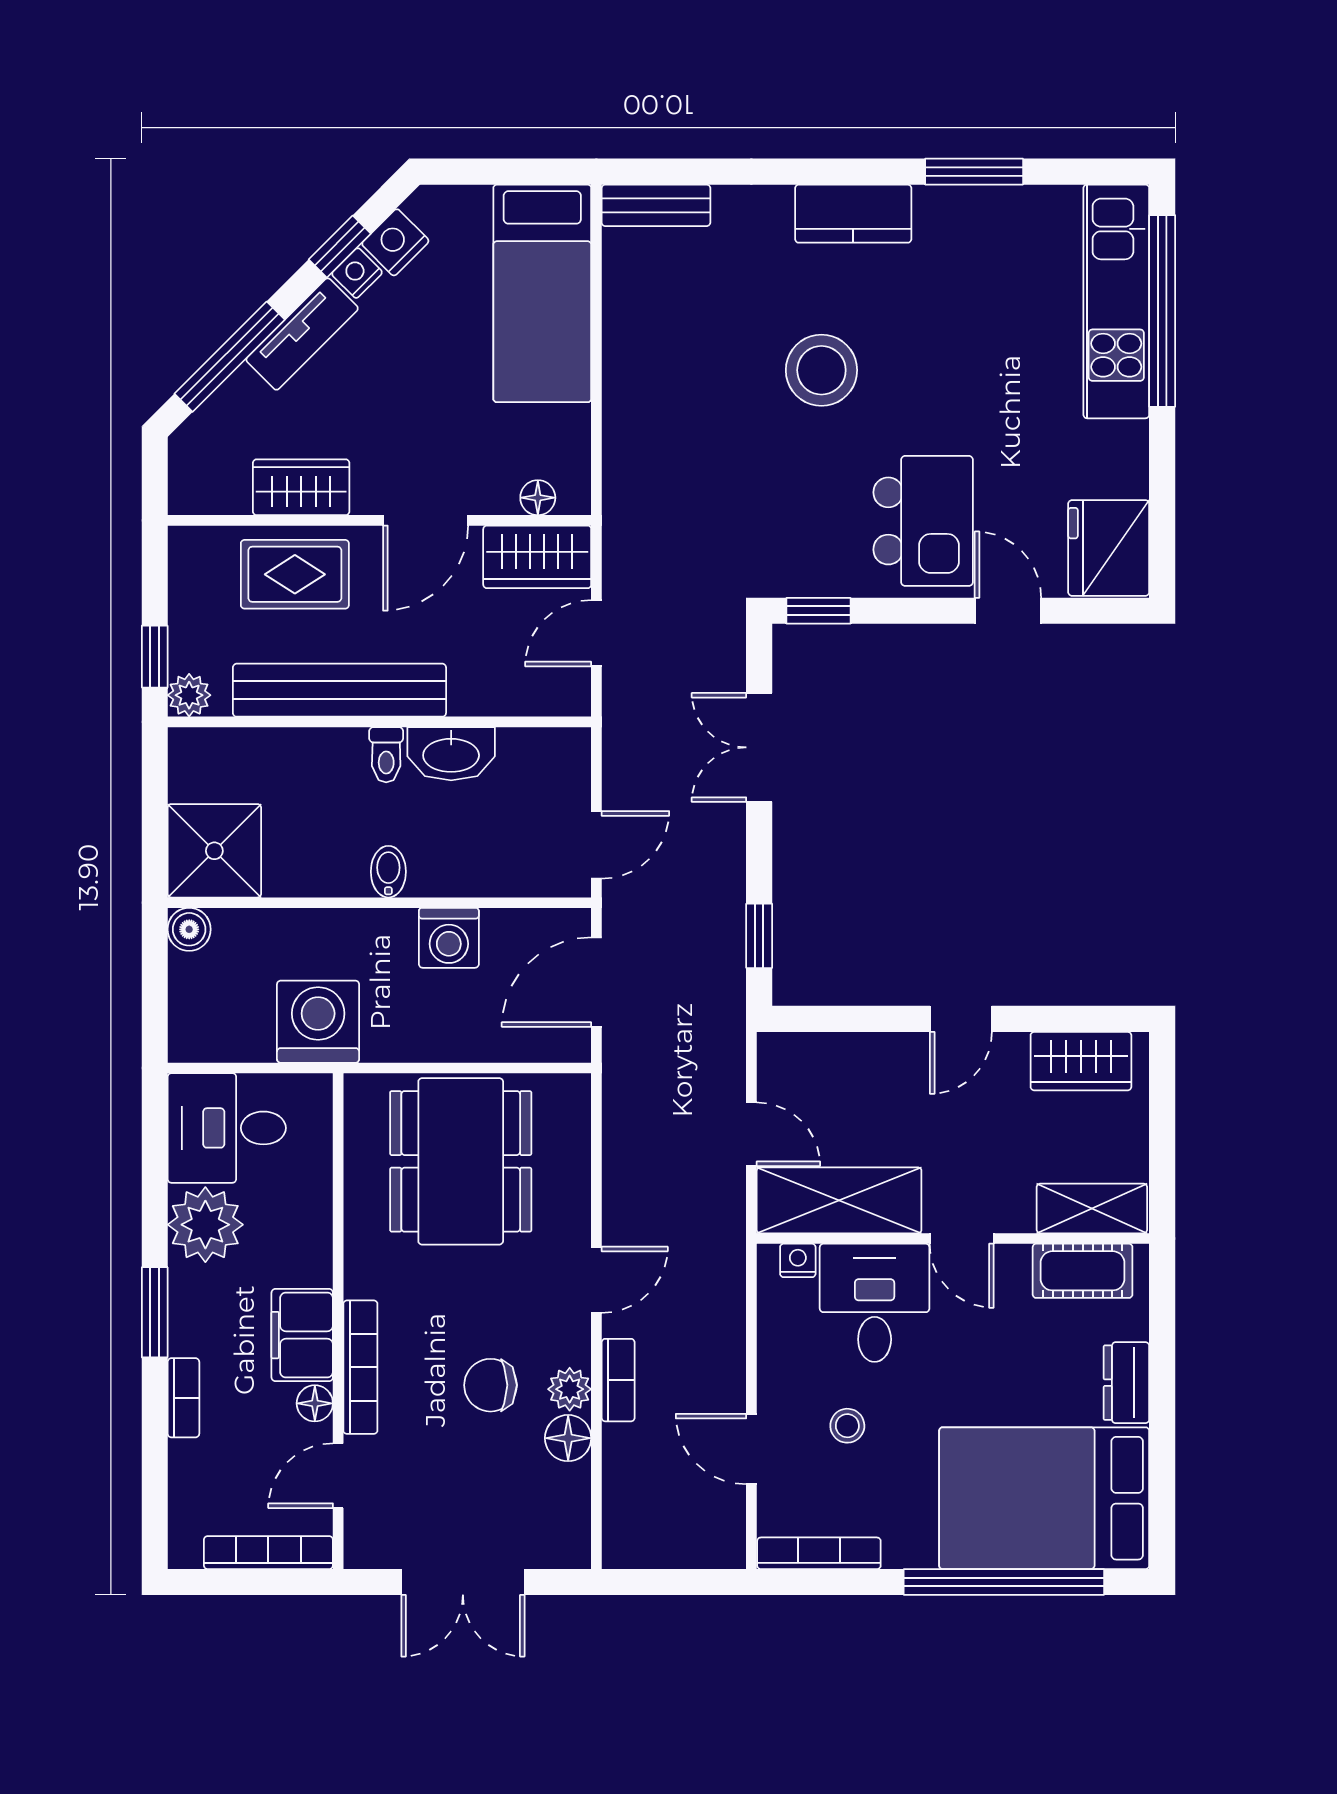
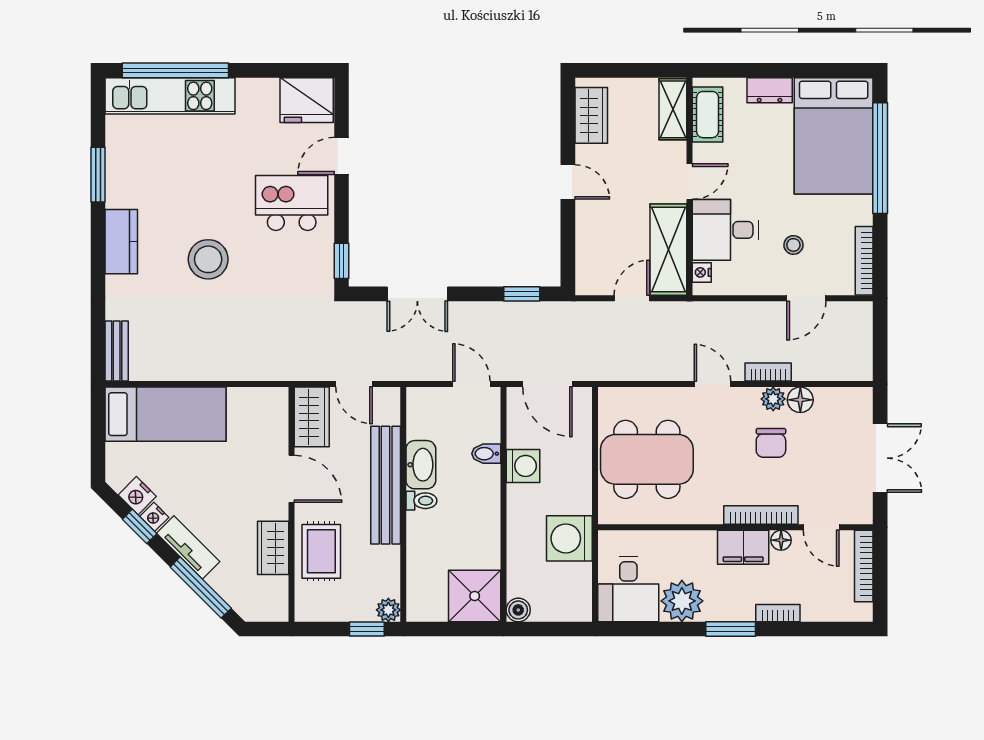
floor lamp: (538, 498) -> (279, 417), removed
bench: (339, 690) -> (386, 485), moved
bidet: (388, 872) -> (486, 454), moved

